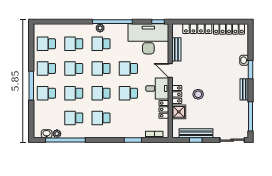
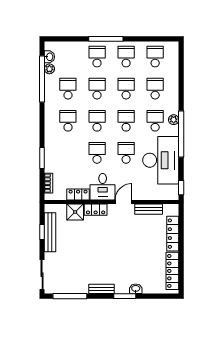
desk: (148, 39) -> (161, 160), moved
stool: (198, 94) -> (96, 235), removed

